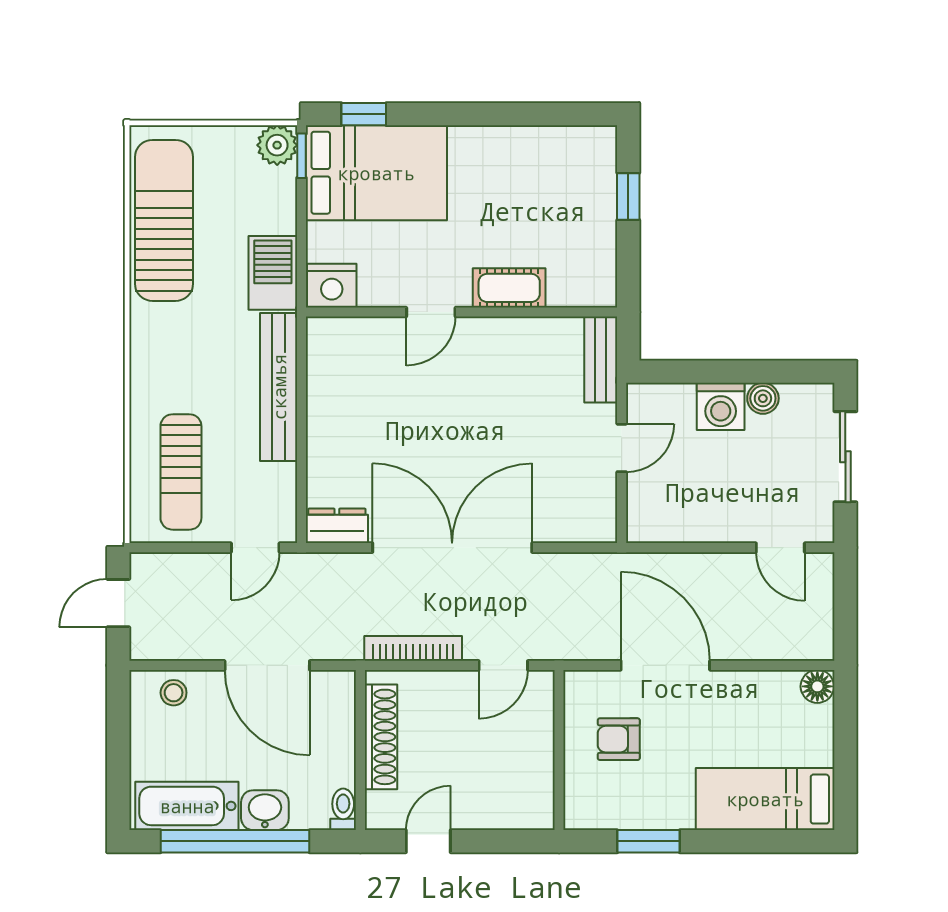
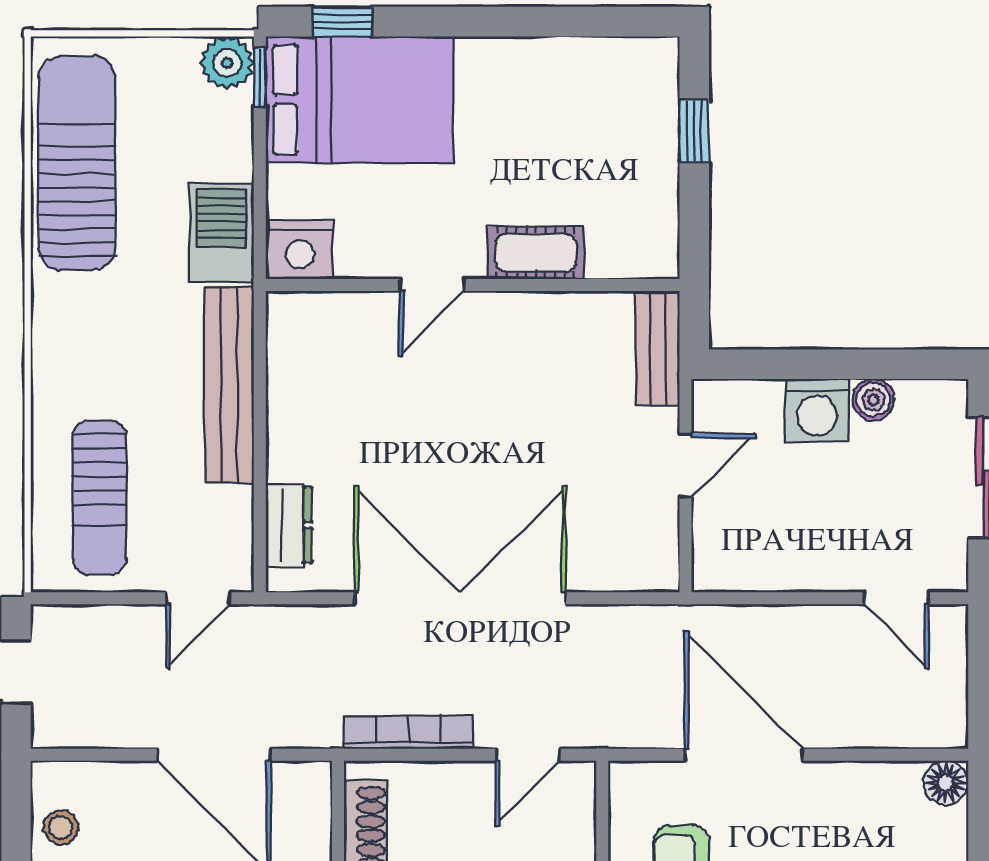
dresser: (337, 526) -> (289, 525), moved, turned 90
stool: (174, 693) -> (61, 827), moved

